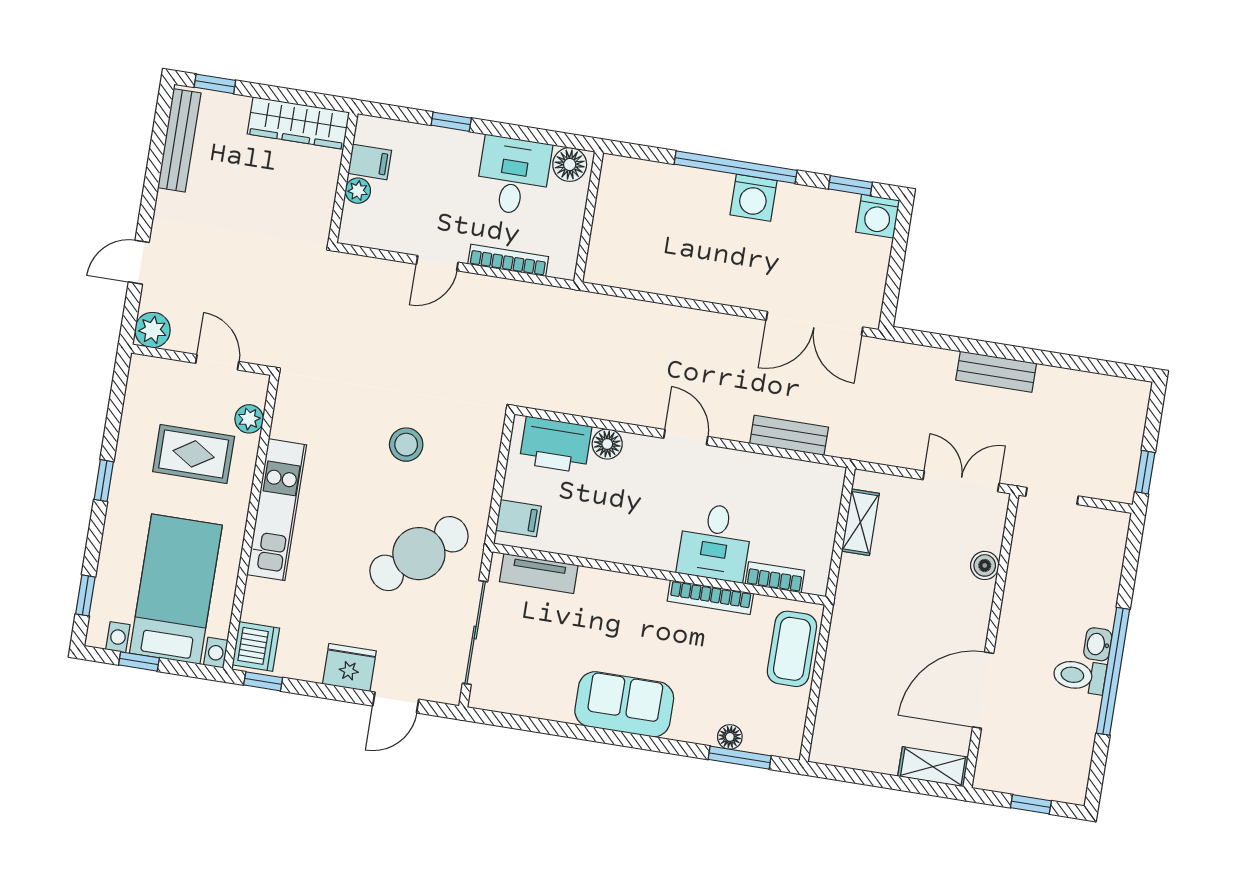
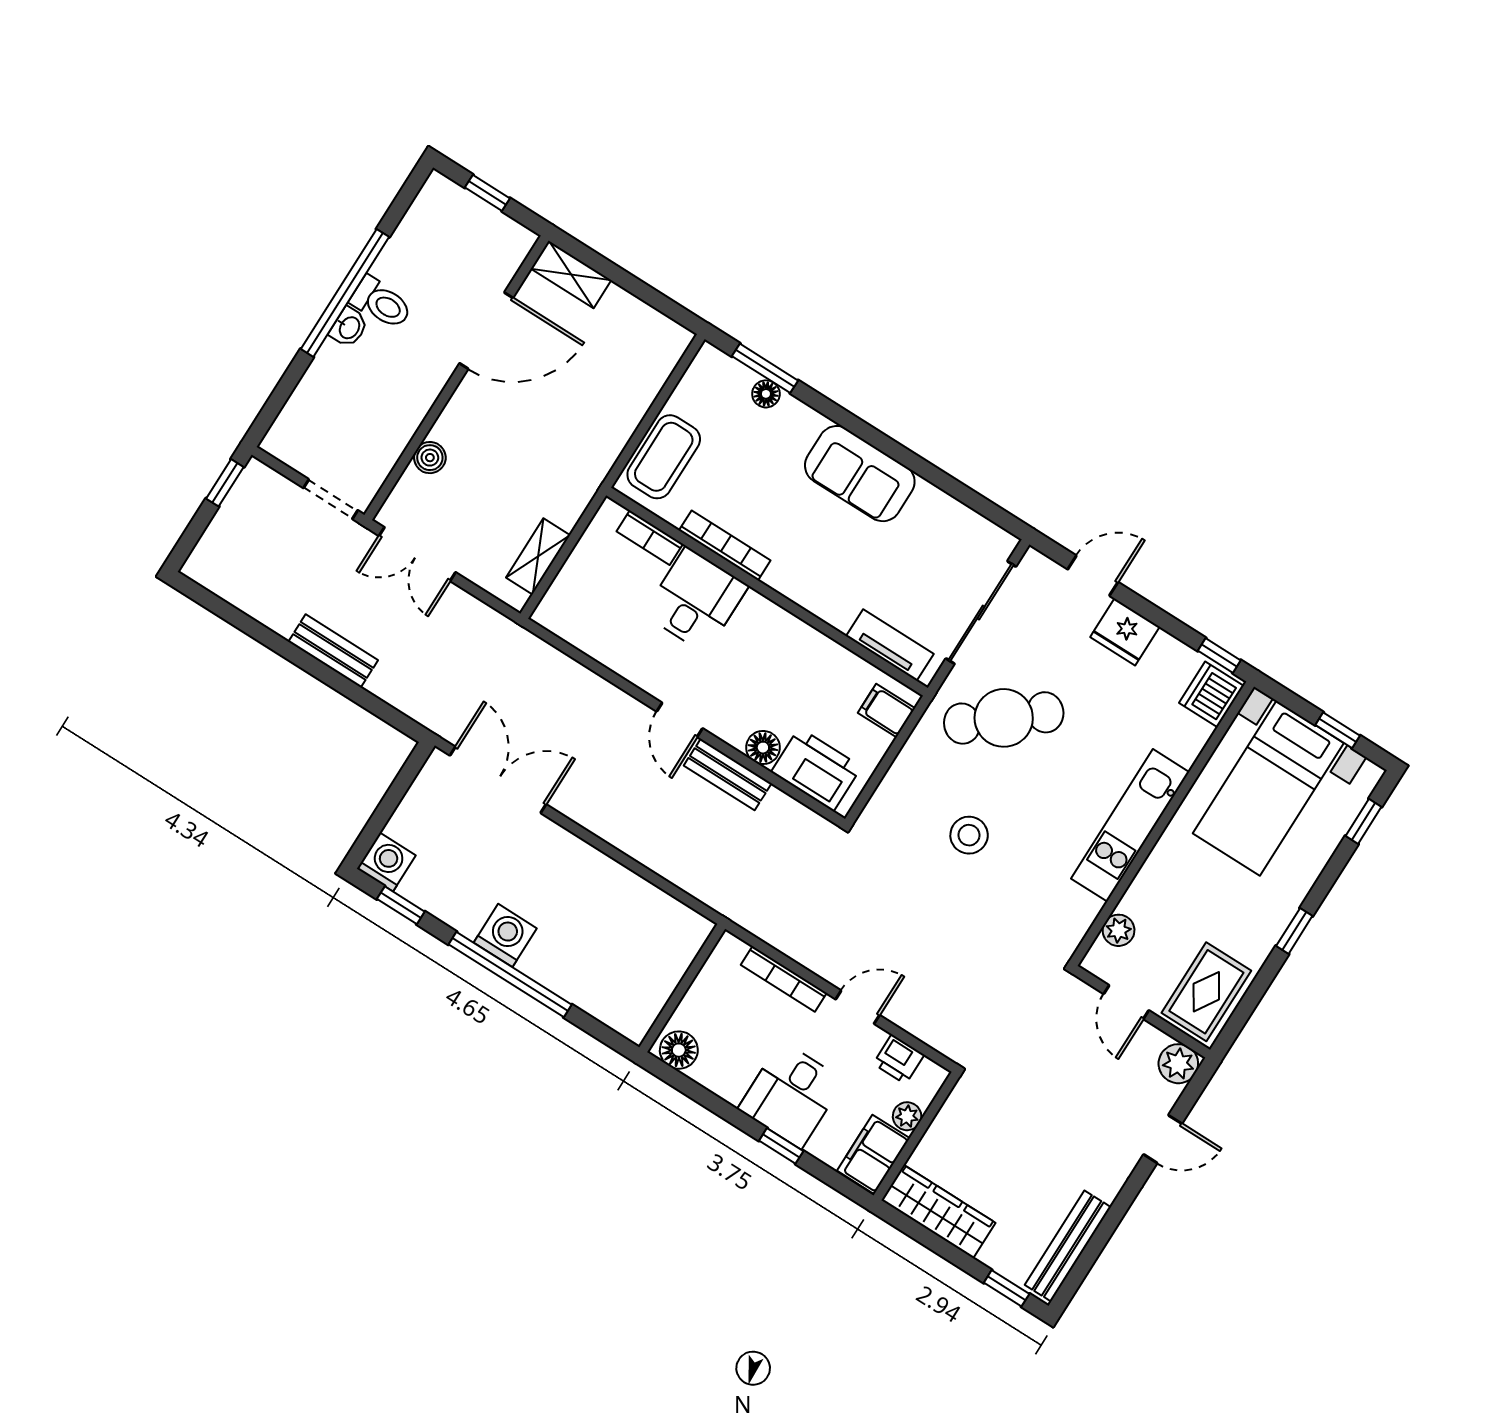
filing cabinet: (370, 162) -> (873, 1154), width x2.00
desk: (513, 176) -> (791, 1095), moved
printer: (385, 235) -> (899, 1059), added
bench: (789, 435) -> (728, 774), moved
rug: (194, 454) -> (1206, 992), moved, turned 90

